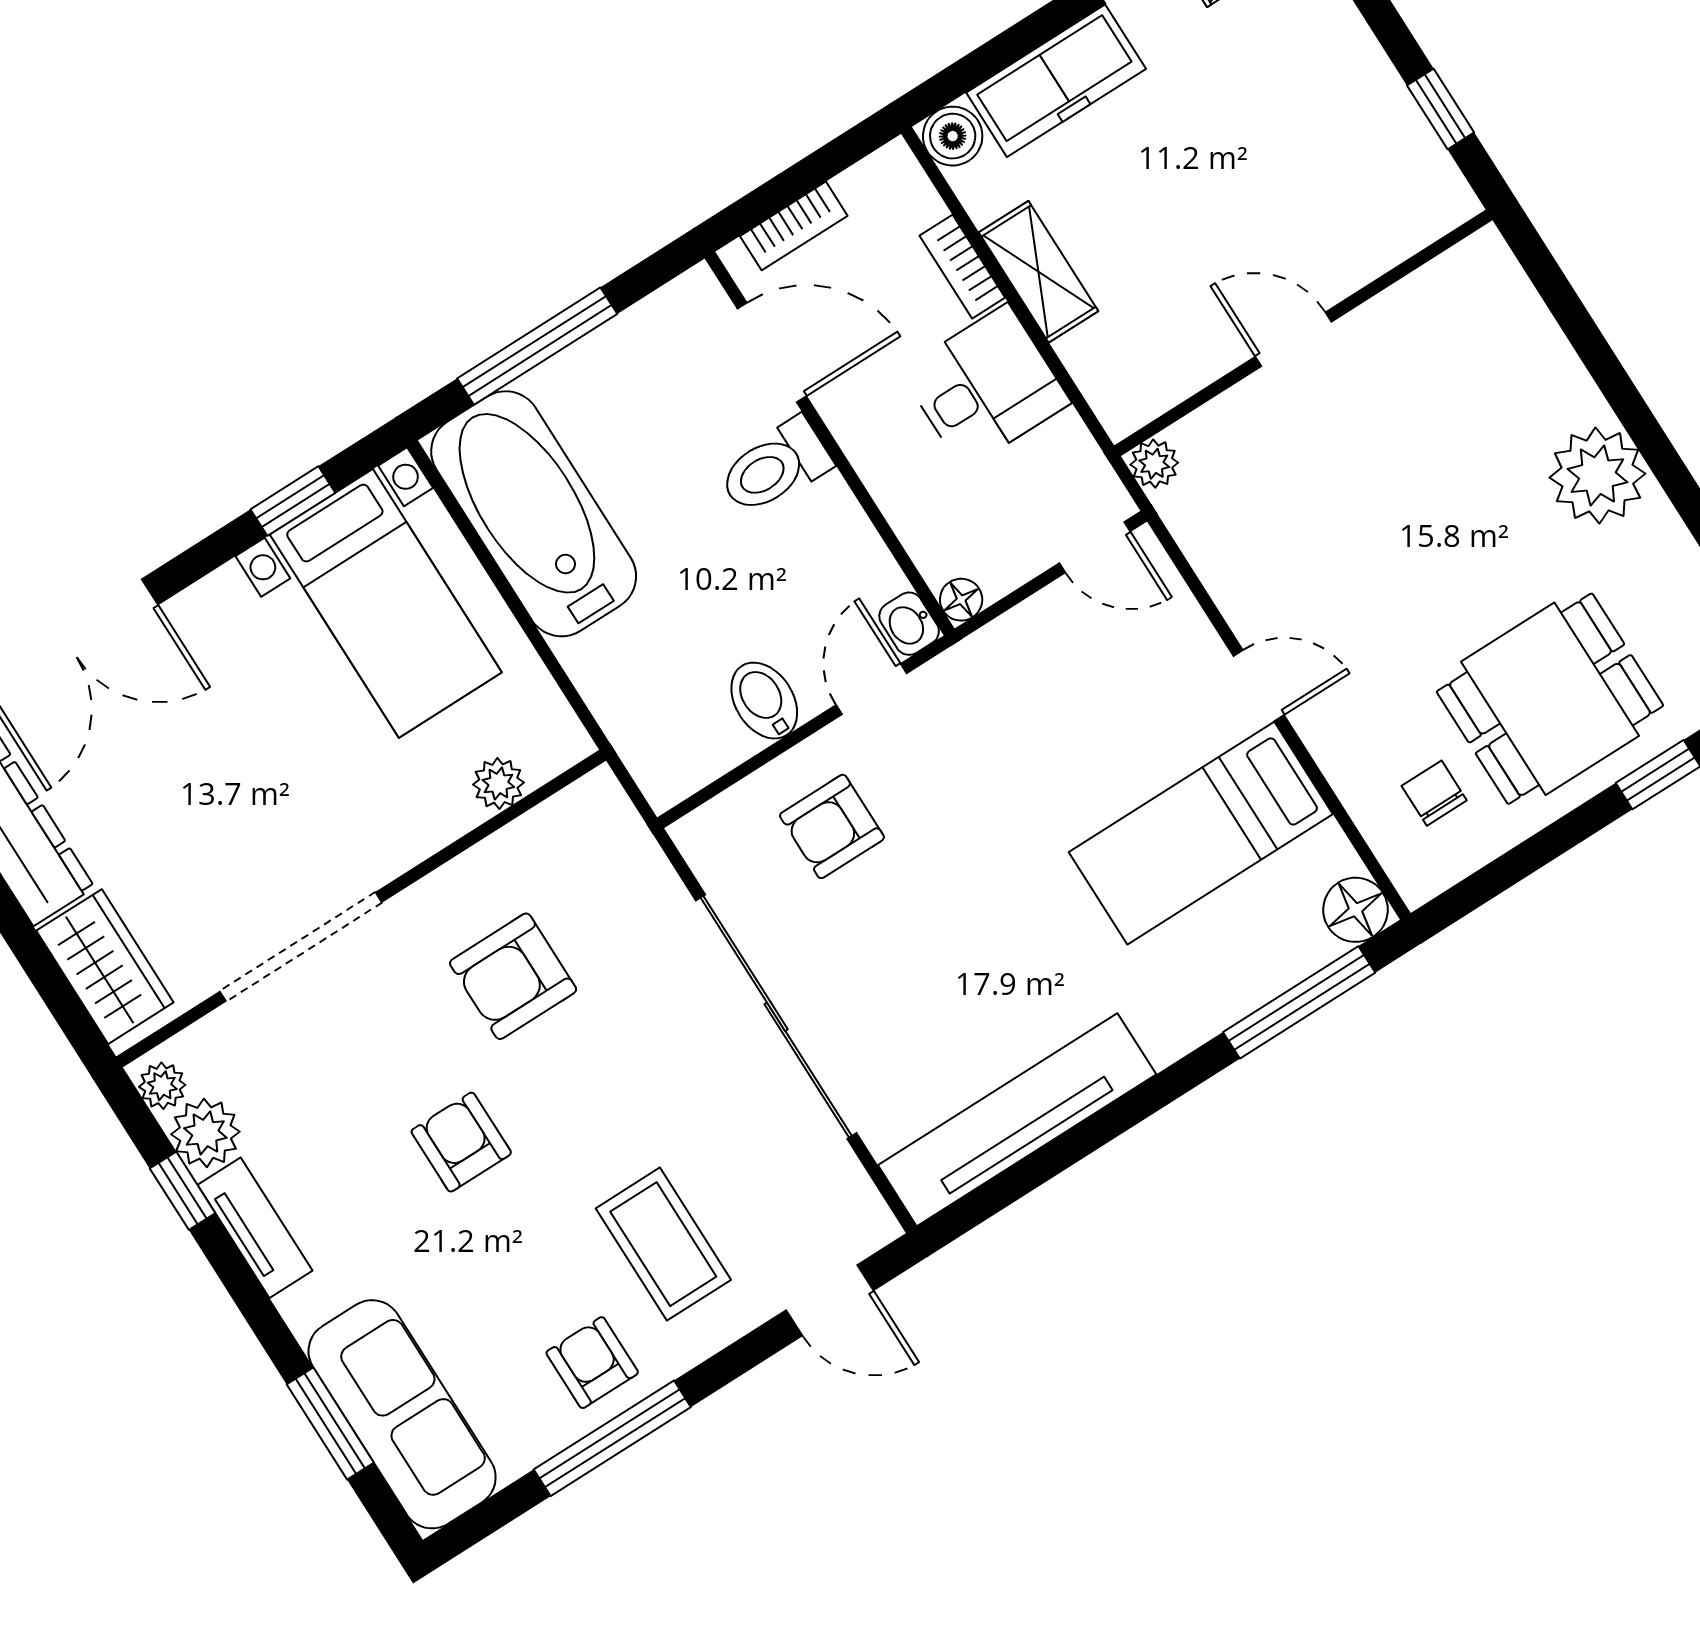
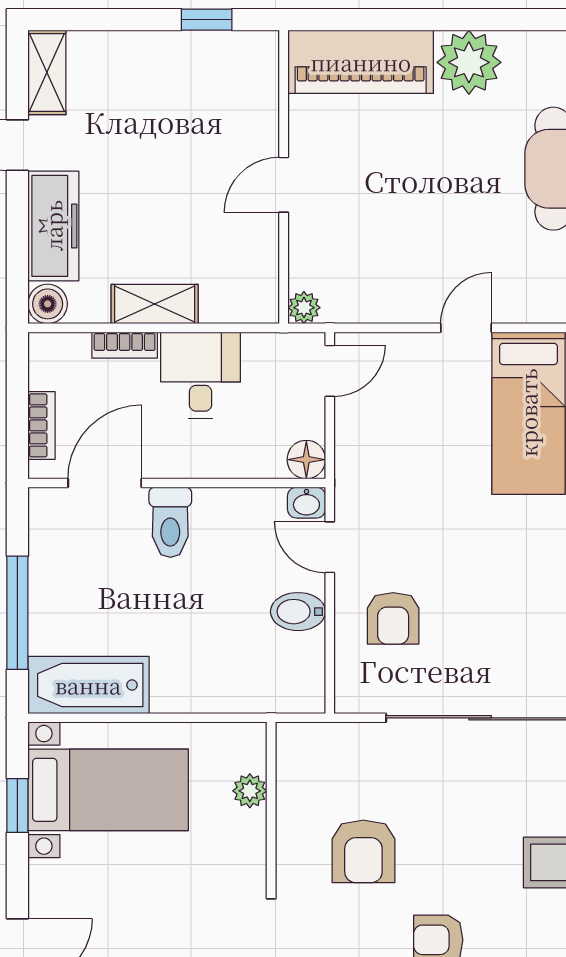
piano: (1511, 338) -> (361, 62), added
bathtub: (534, 514) -> (88, 685), width x0.73, depth x0.73
floor lamp: (961, 600) -> (306, 460), width x1.37, depth x1.37

